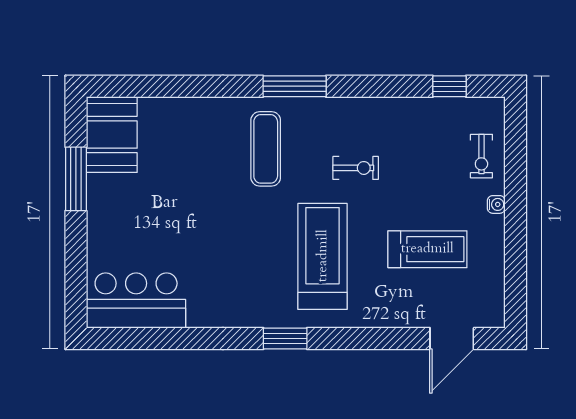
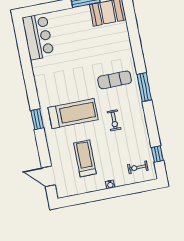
exercise bike: (481, 156) -> (138, 167), moved
treadmill: (427, 249) -> (85, 158), turned 180
window: (285, 339) -> (37, 119), moved

